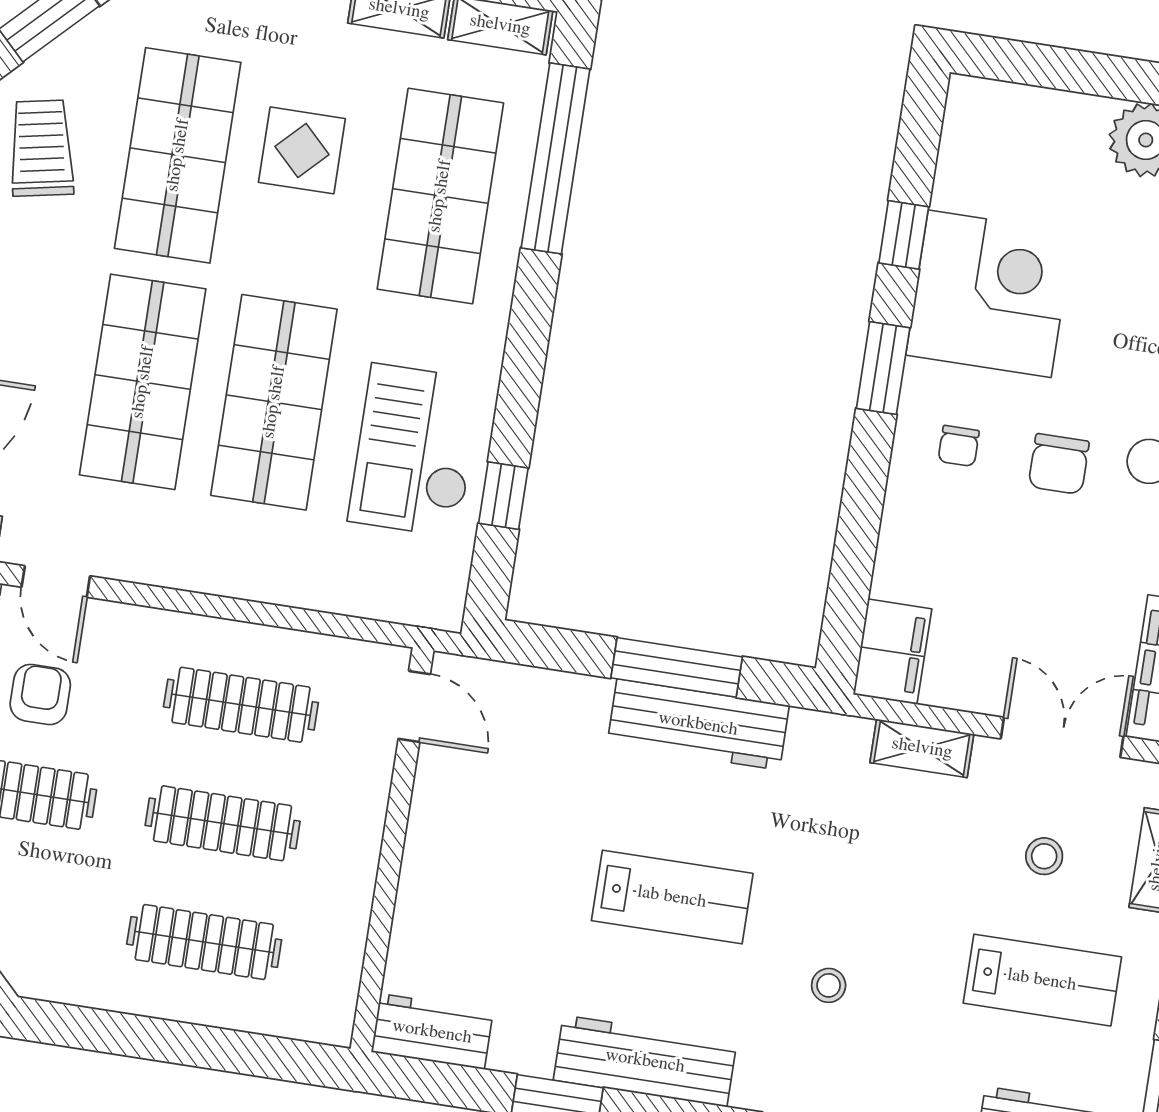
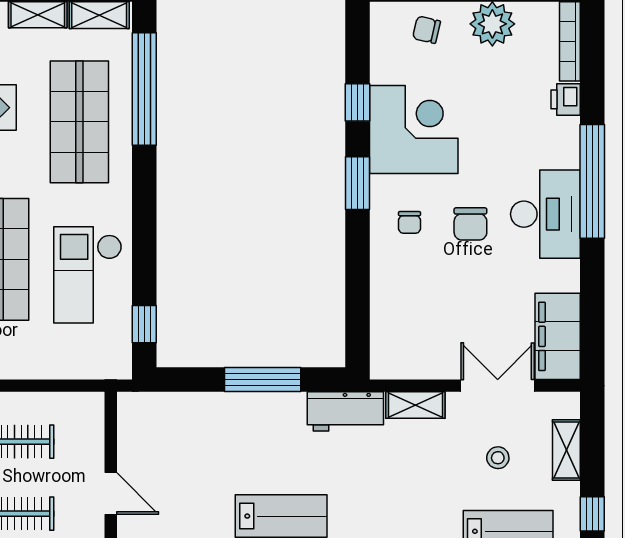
chair: (1036, 133) -> (426, 30), added
window: (503, 496) -> (144, 324), moved
filing cabinet: (892, 652) -> (389, 350), removed
door: (414, 706) -> (111, 494), moved
workbench: (698, 724) -> (345, 411), moved, width x0.73

